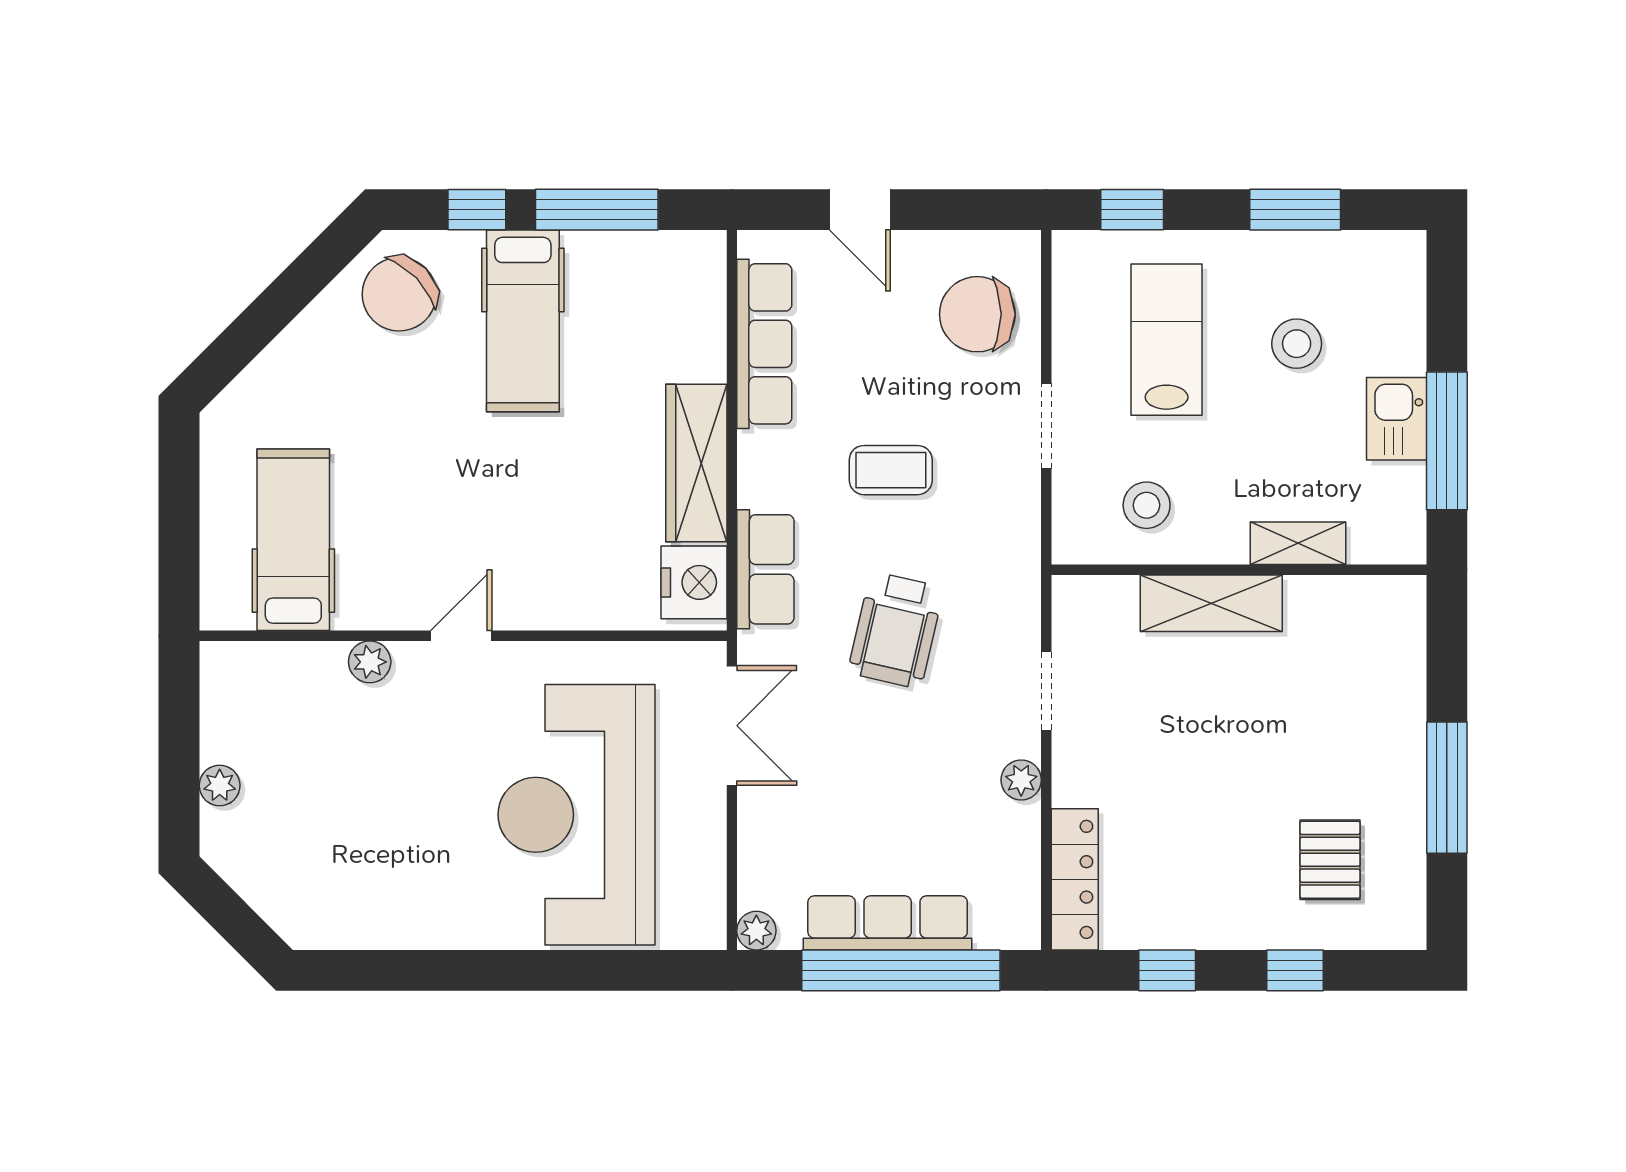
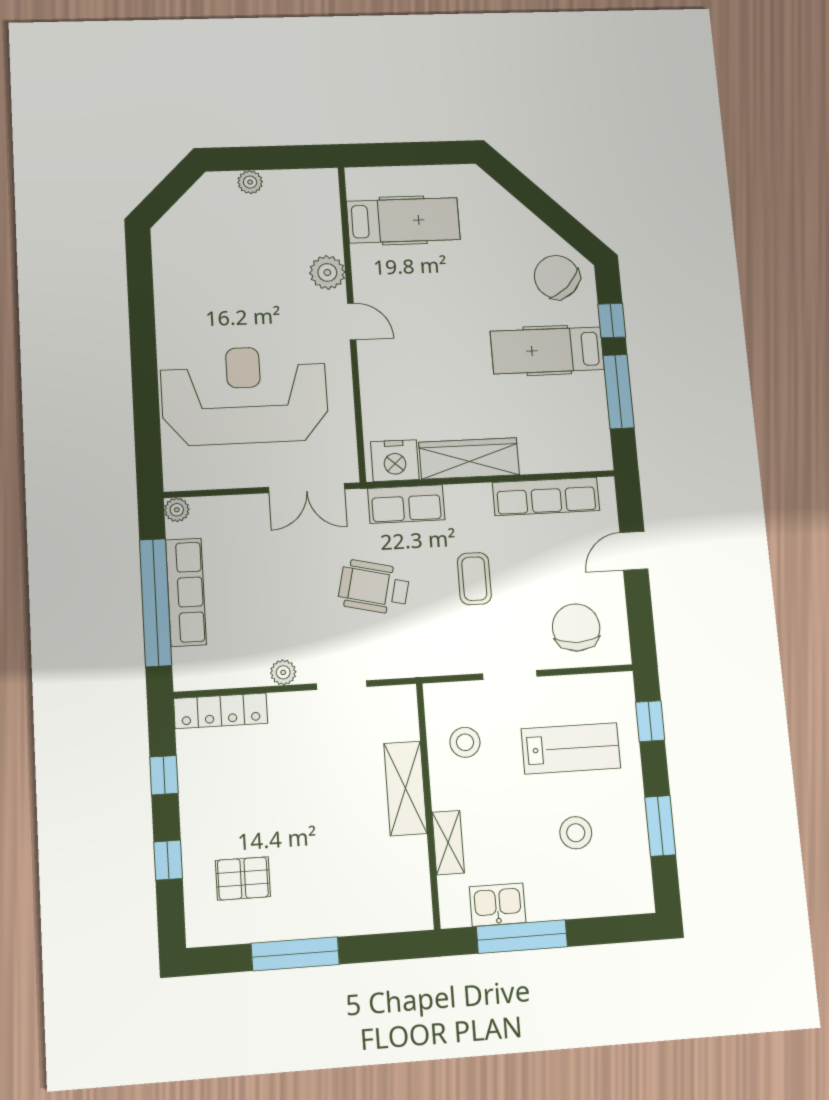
kitchen sink: (1397, 419) -> (498, 905), moved
plant: (370, 662) -> (327, 272), width x1.38, depth x1.38

